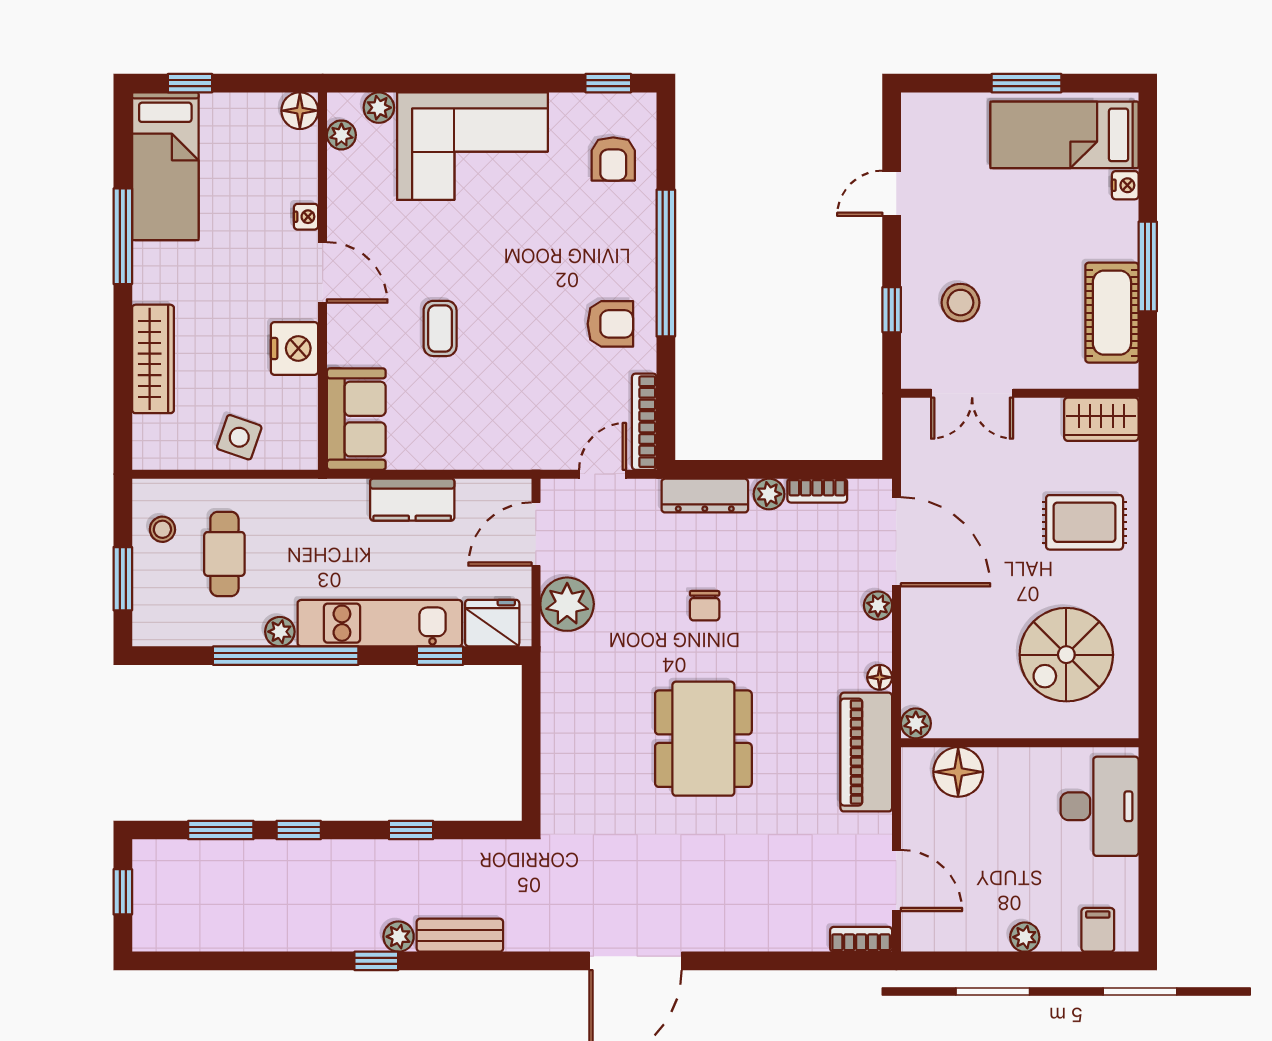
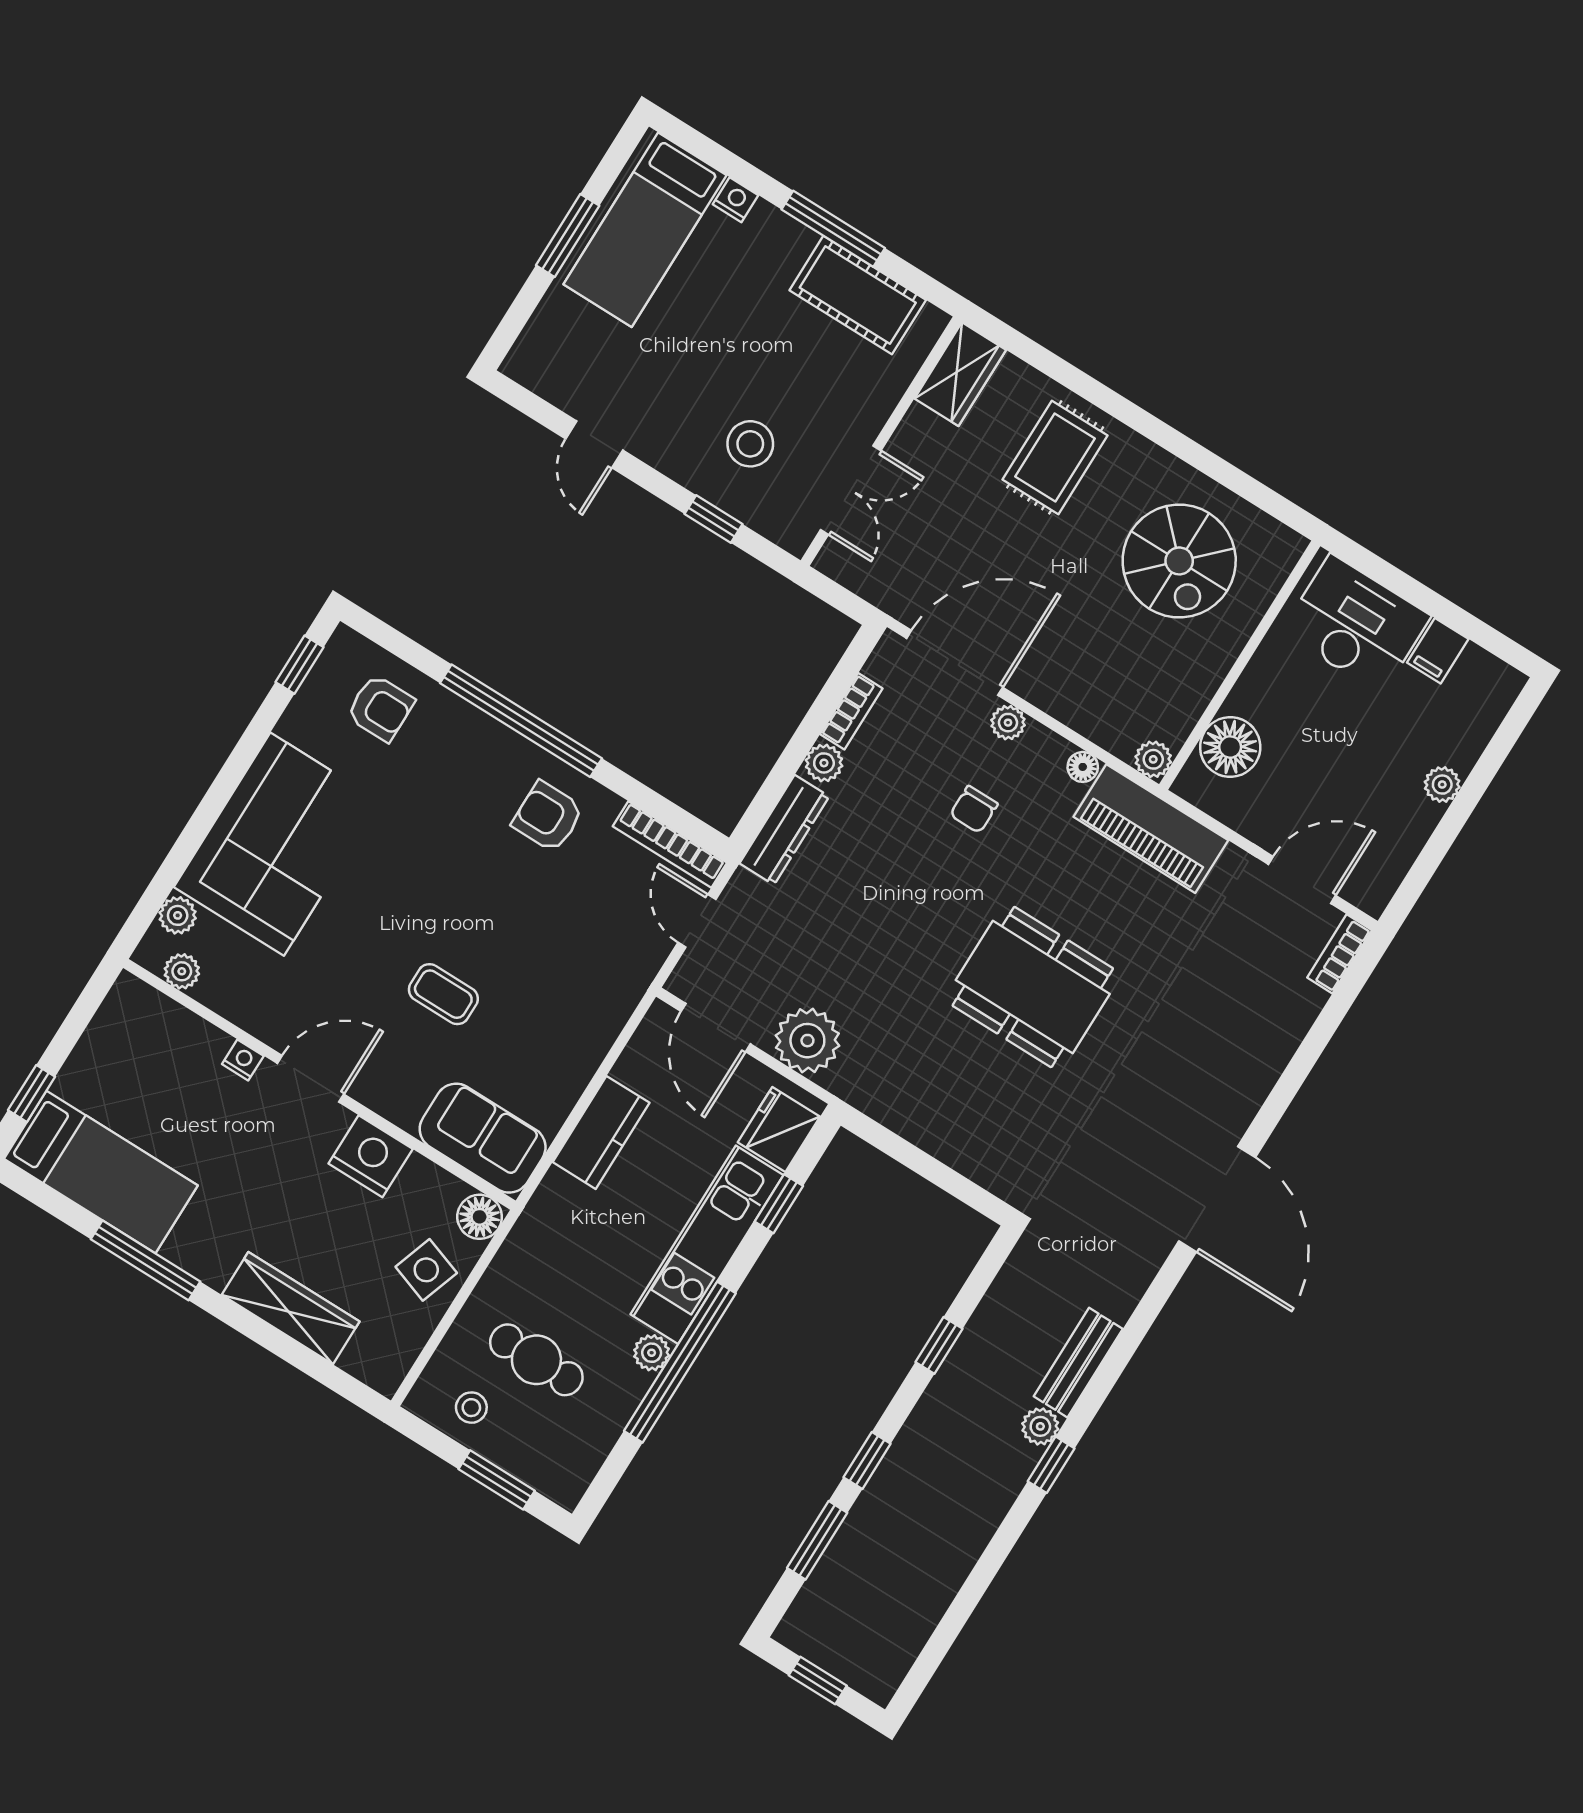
floor lamp: (300, 111) -> (480, 1217), moved
armchair: (610, 324) -> (548, 817), turned -90
chair: (705, 606) -> (974, 809), moved, turned 90
filing cabinet: (1098, 930) -> (1438, 651), moved, turned -90

